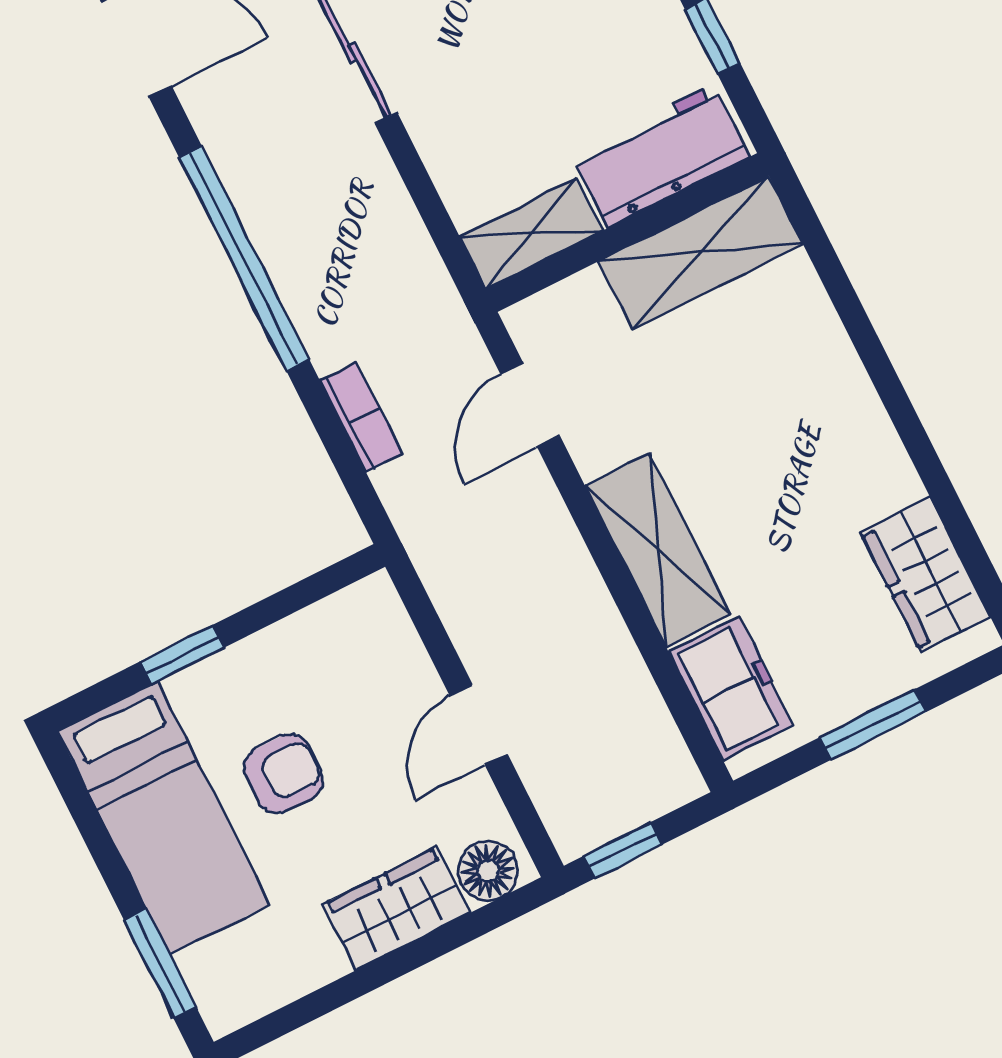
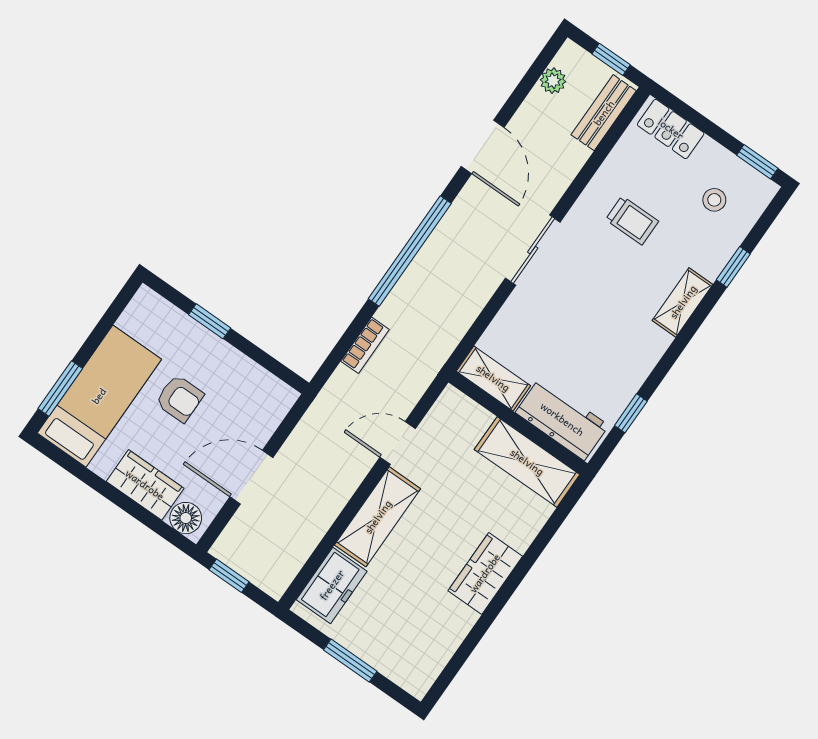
door: (530, 405) -> (398, 443), moved
wardrobe: (925, 574) -> (485, 573), moved
door: (479, 725) -> (251, 477), width x1.38
bed: (164, 818) -> (99, 396), moved, turned 180

